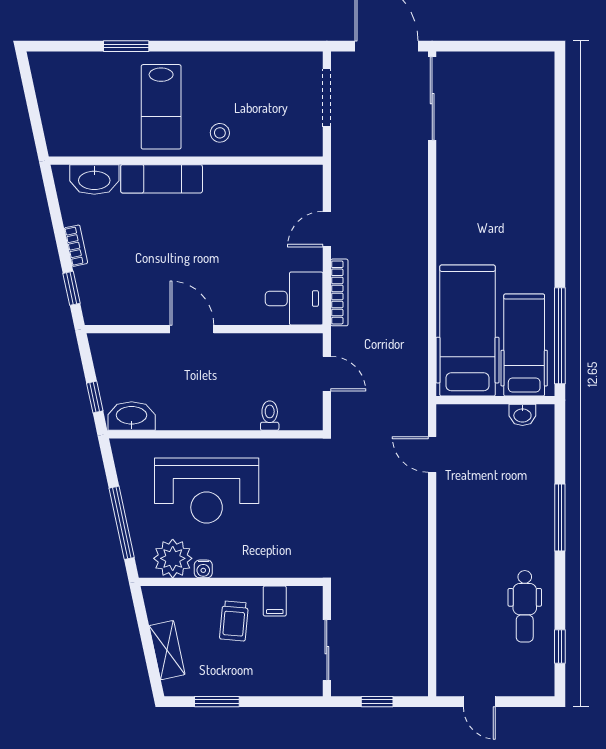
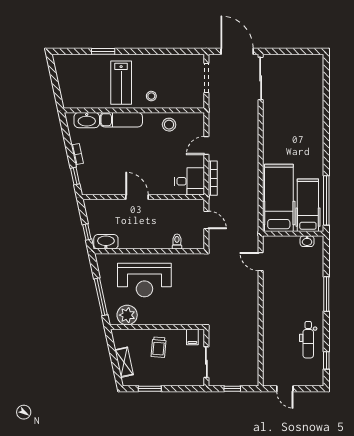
stool: (254, 188) -> (169, 125), added
water cooler: (203, 569) -> (143, 320), removed
filing cabinet: (275, 601) -> (192, 337), moved

